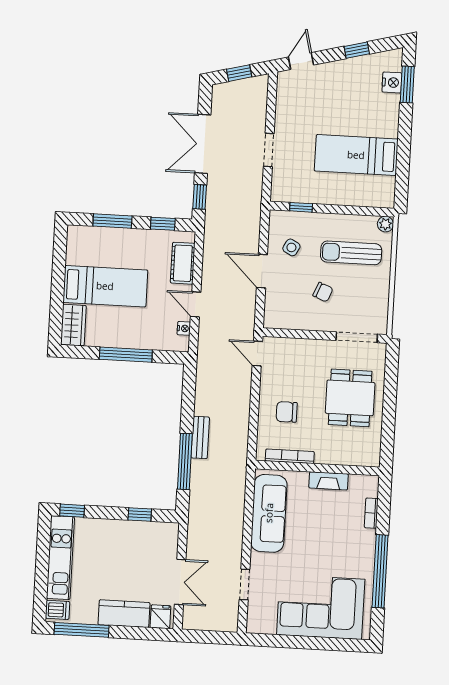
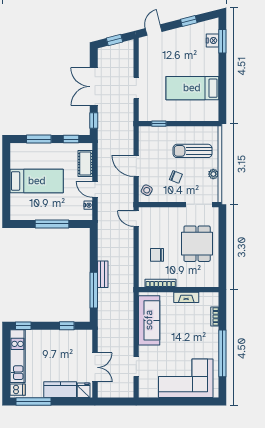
plant: (385, 224) -> (213, 174), moved
side table: (291, 247) -> (147, 190), moved
wardrobe: (73, 325) -> (18, 207), removed

